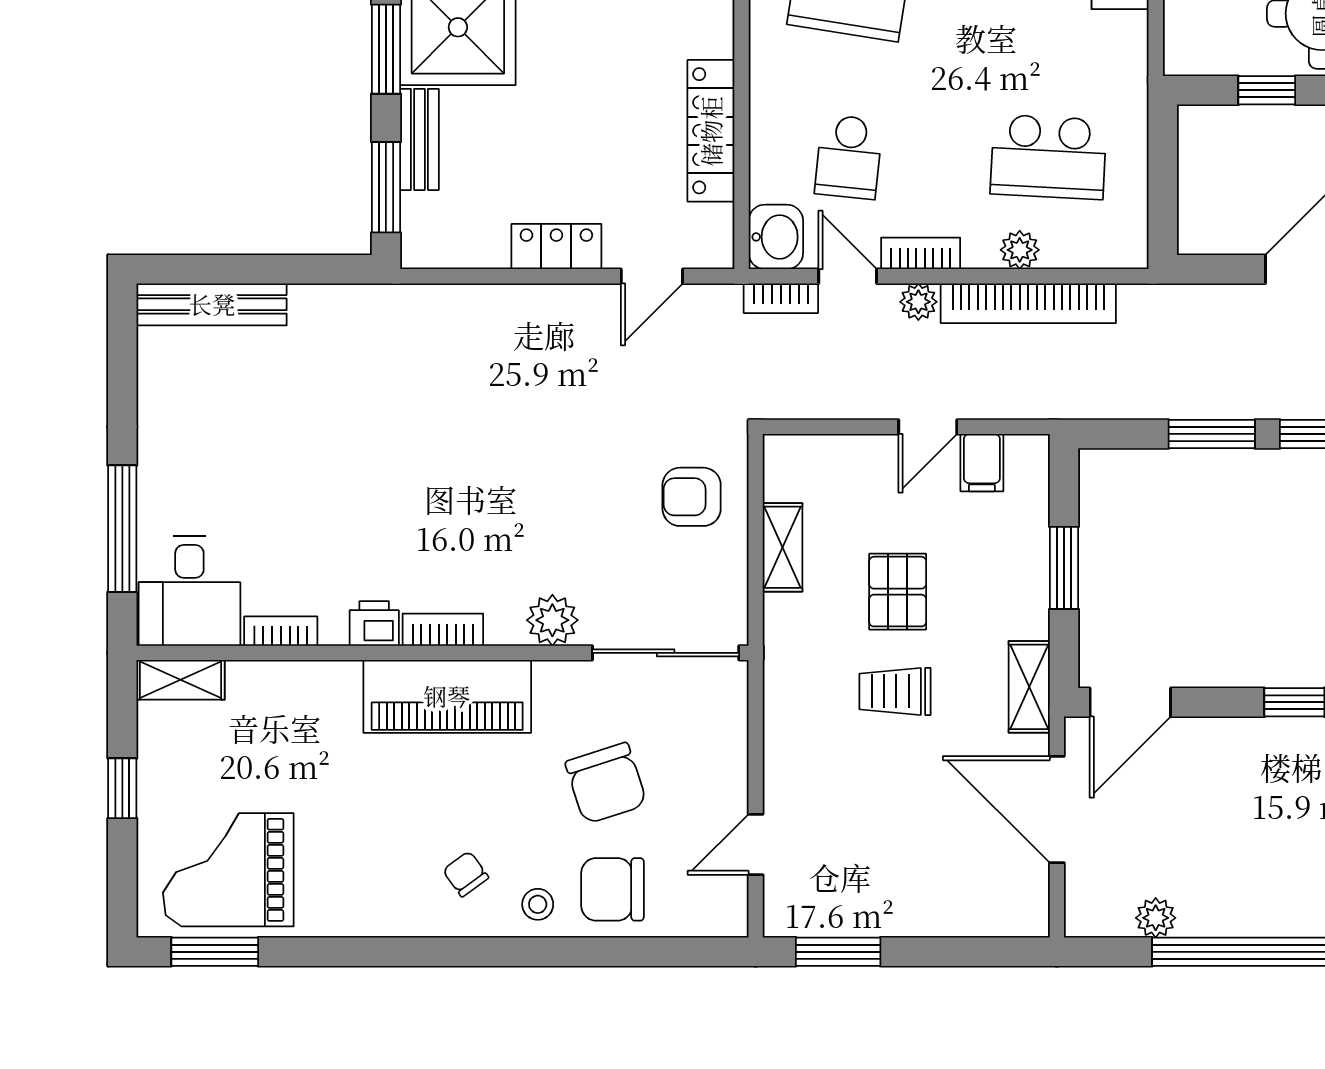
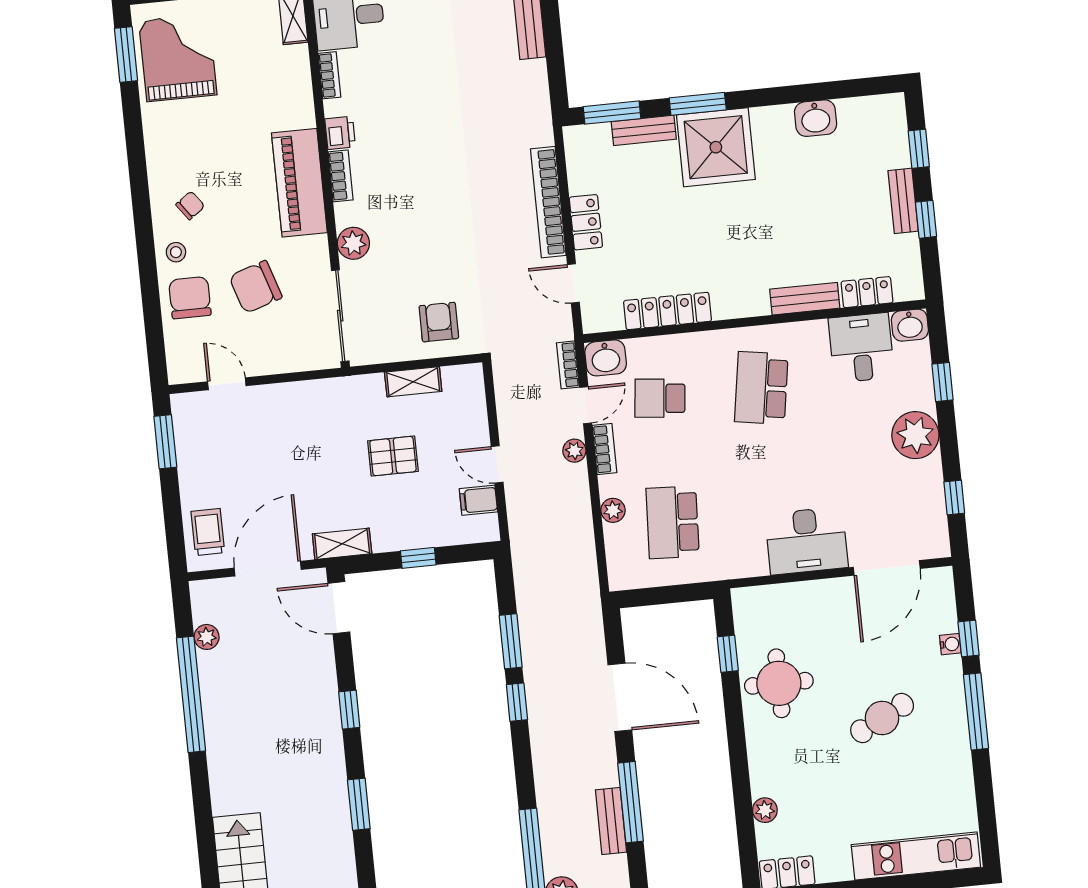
bookcase: (1028, 303) -> (548, 202), moved
window: (1064, 568) -> (418, 558), width x0.67
trolley: (895, 691) -> (208, 532), moved

